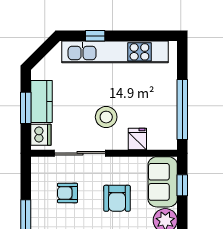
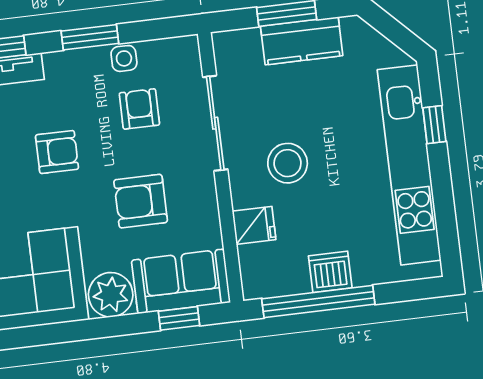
dishwasher: (41, 135) -> (330, 272), moved, turned 180
side table: (39, 198) -> (124, 58), added

